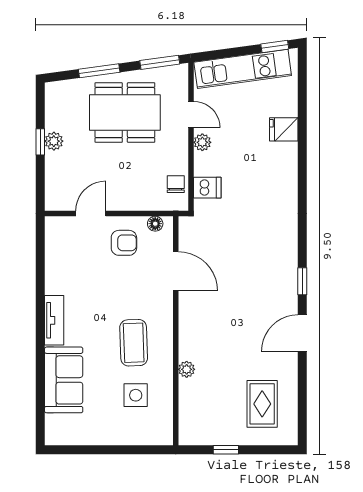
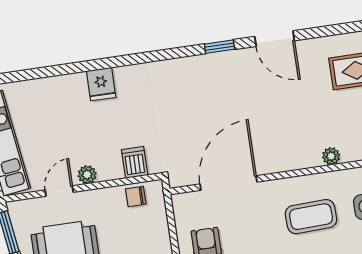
fridge: (284, 129) -> (101, 84), moved
floor lamp: (155, 224) -> (181, 212), removed
door: (176, 271) -> (228, 183), width x1.36

